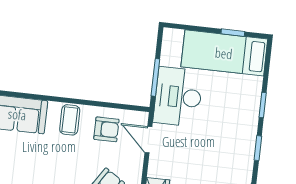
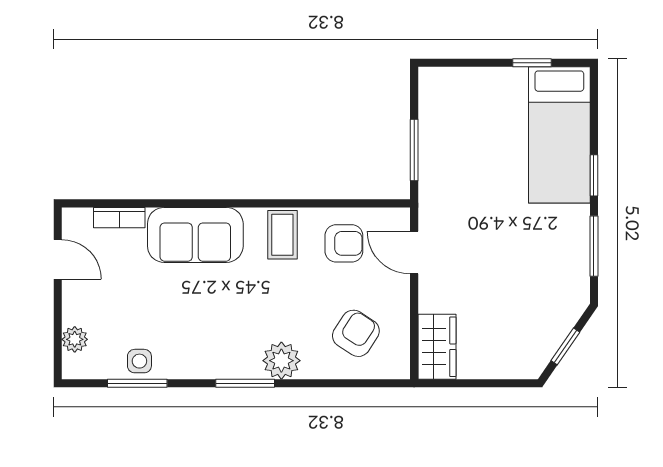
bed: (224, 53) -> (559, 135), moved, turned -90
desk: (178, 97) -> (455, 177), removed
window: (258, 148) -> (594, 246), width x1.50

